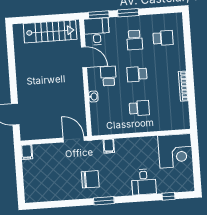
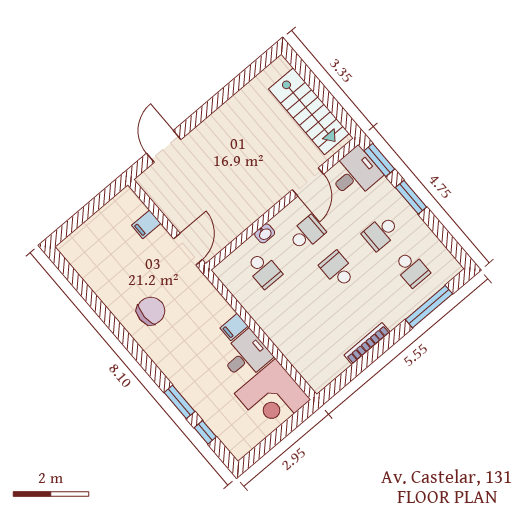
window: (188, 43) -> (429, 307), added
school desk: (139, 108) -> (264, 270), moved
filing cabinet: (109, 146) -> (234, 327), moved
filing cabinet: (27, 152) -> (146, 224), moved
chair: (90, 179) -> (151, 311), turned -90
desk: (144, 182) -> (246, 356), moved, turned 180
window: (104, 201) -> (179, 402), moved

